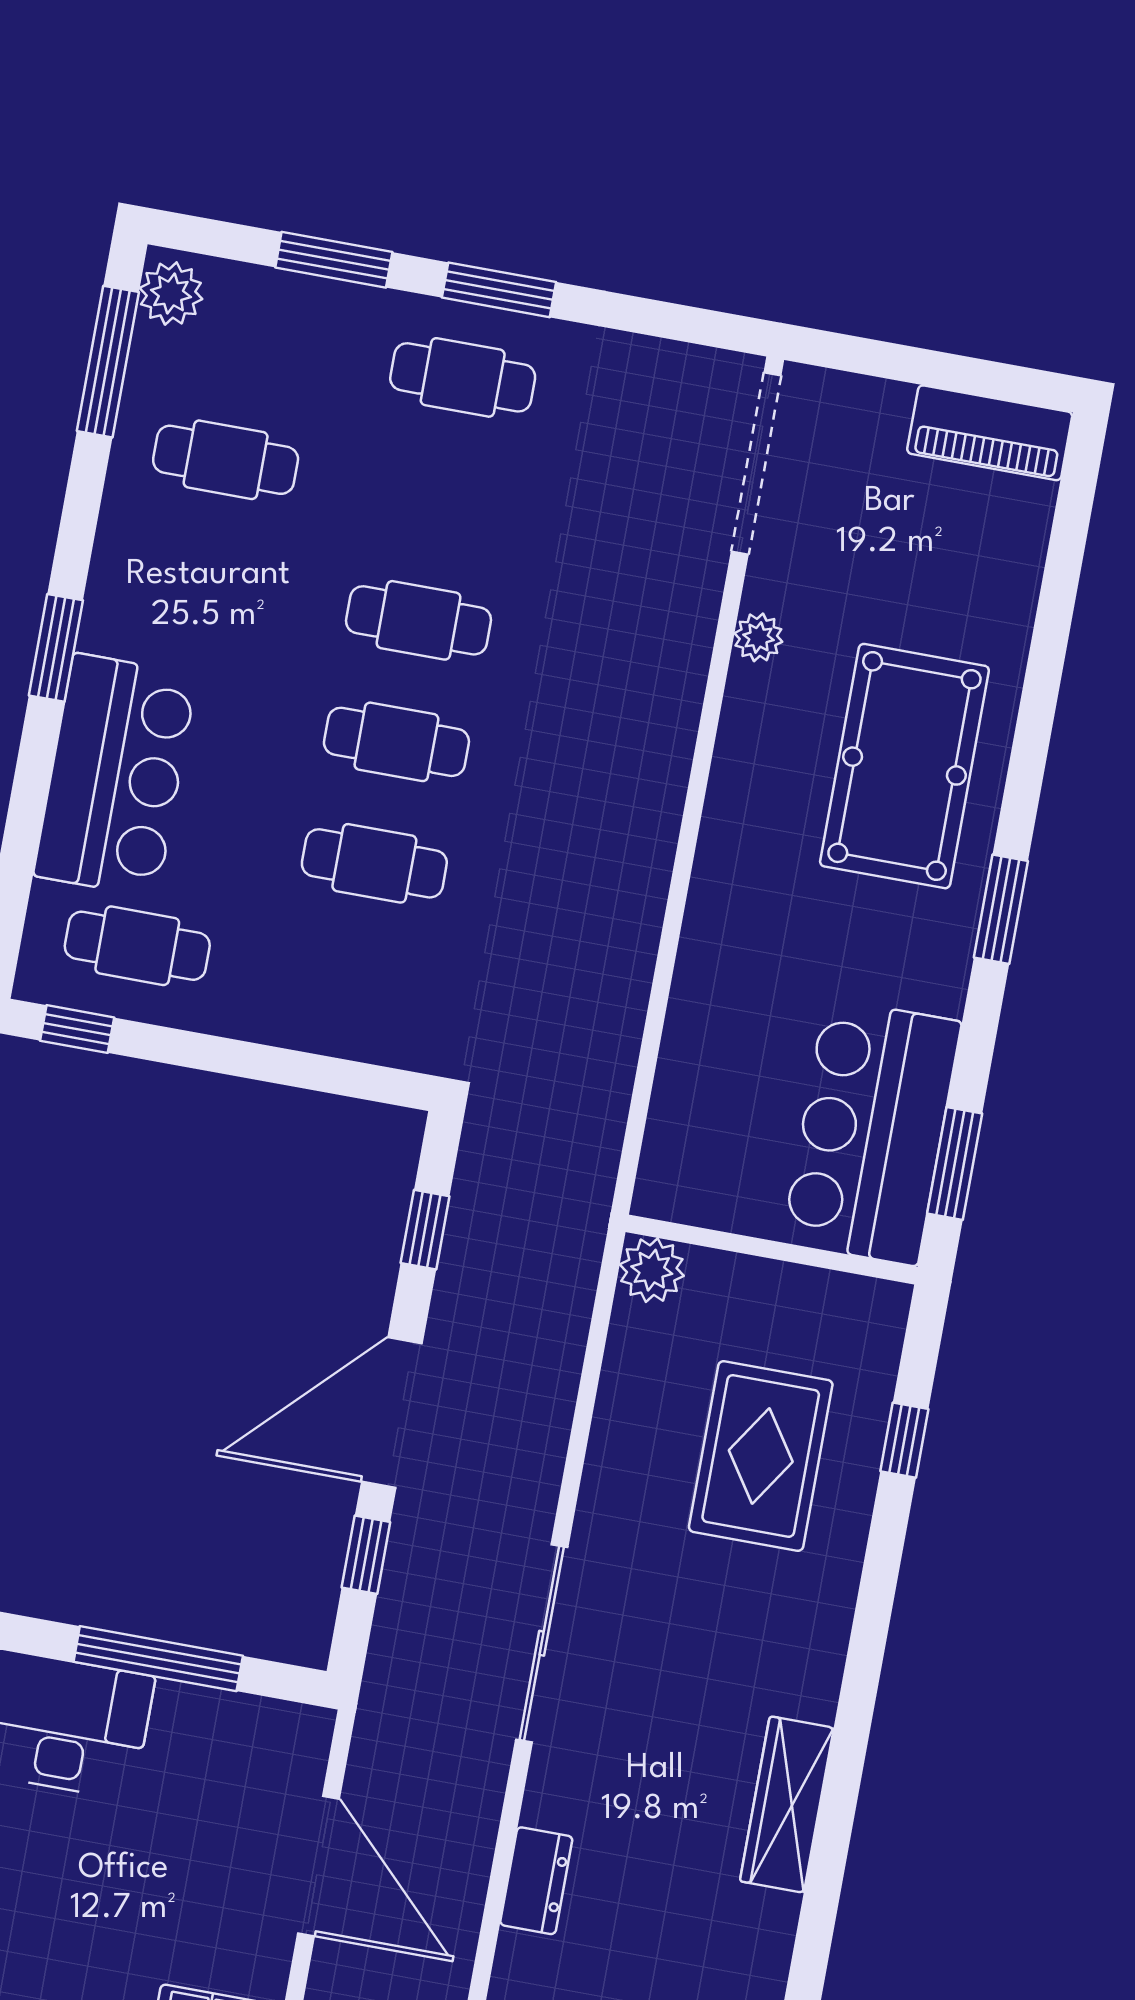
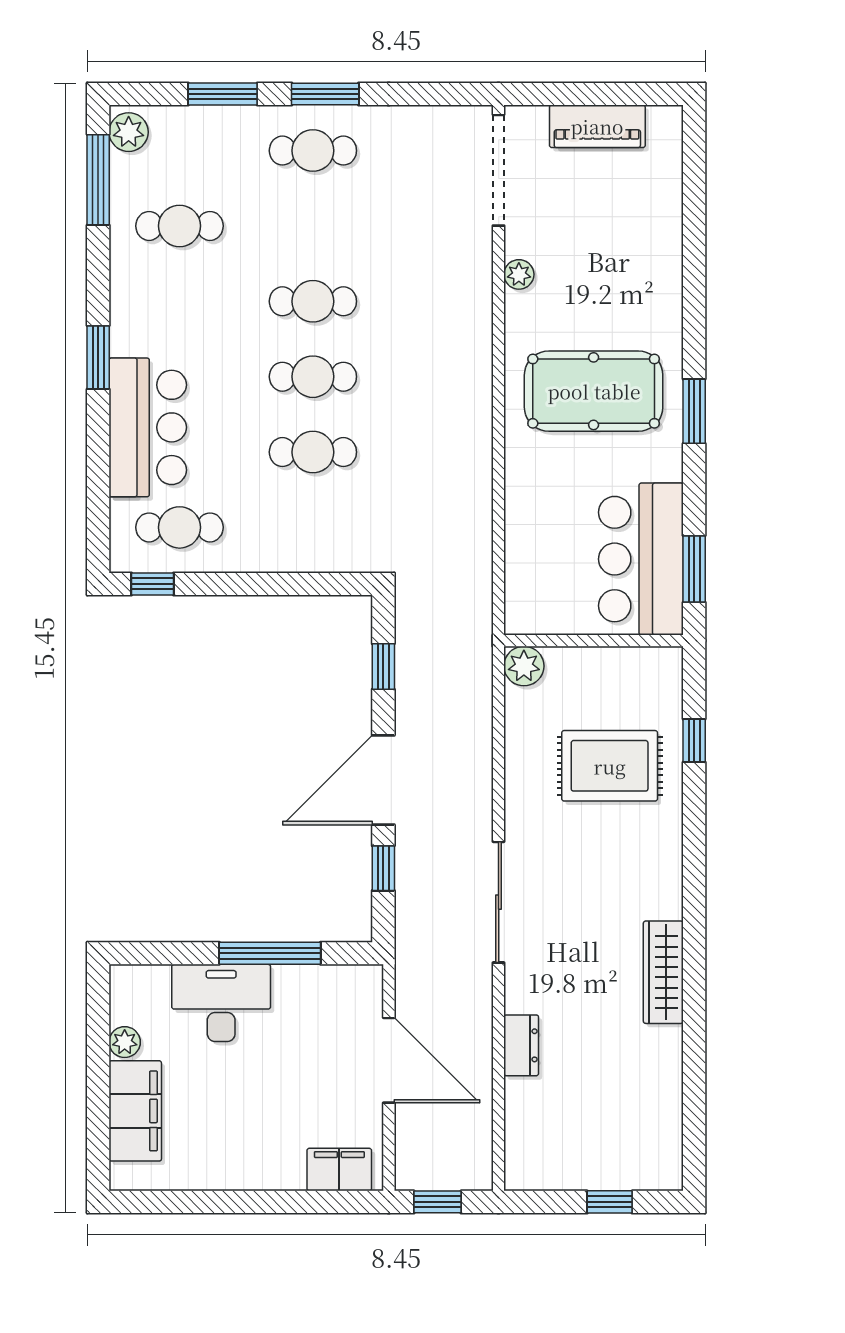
piano: (990, 433) -> (597, 126), moved
pool table: (904, 766) -> (594, 391), moved, turned 90
rug: (761, 1456) -> (610, 766), turned 90

